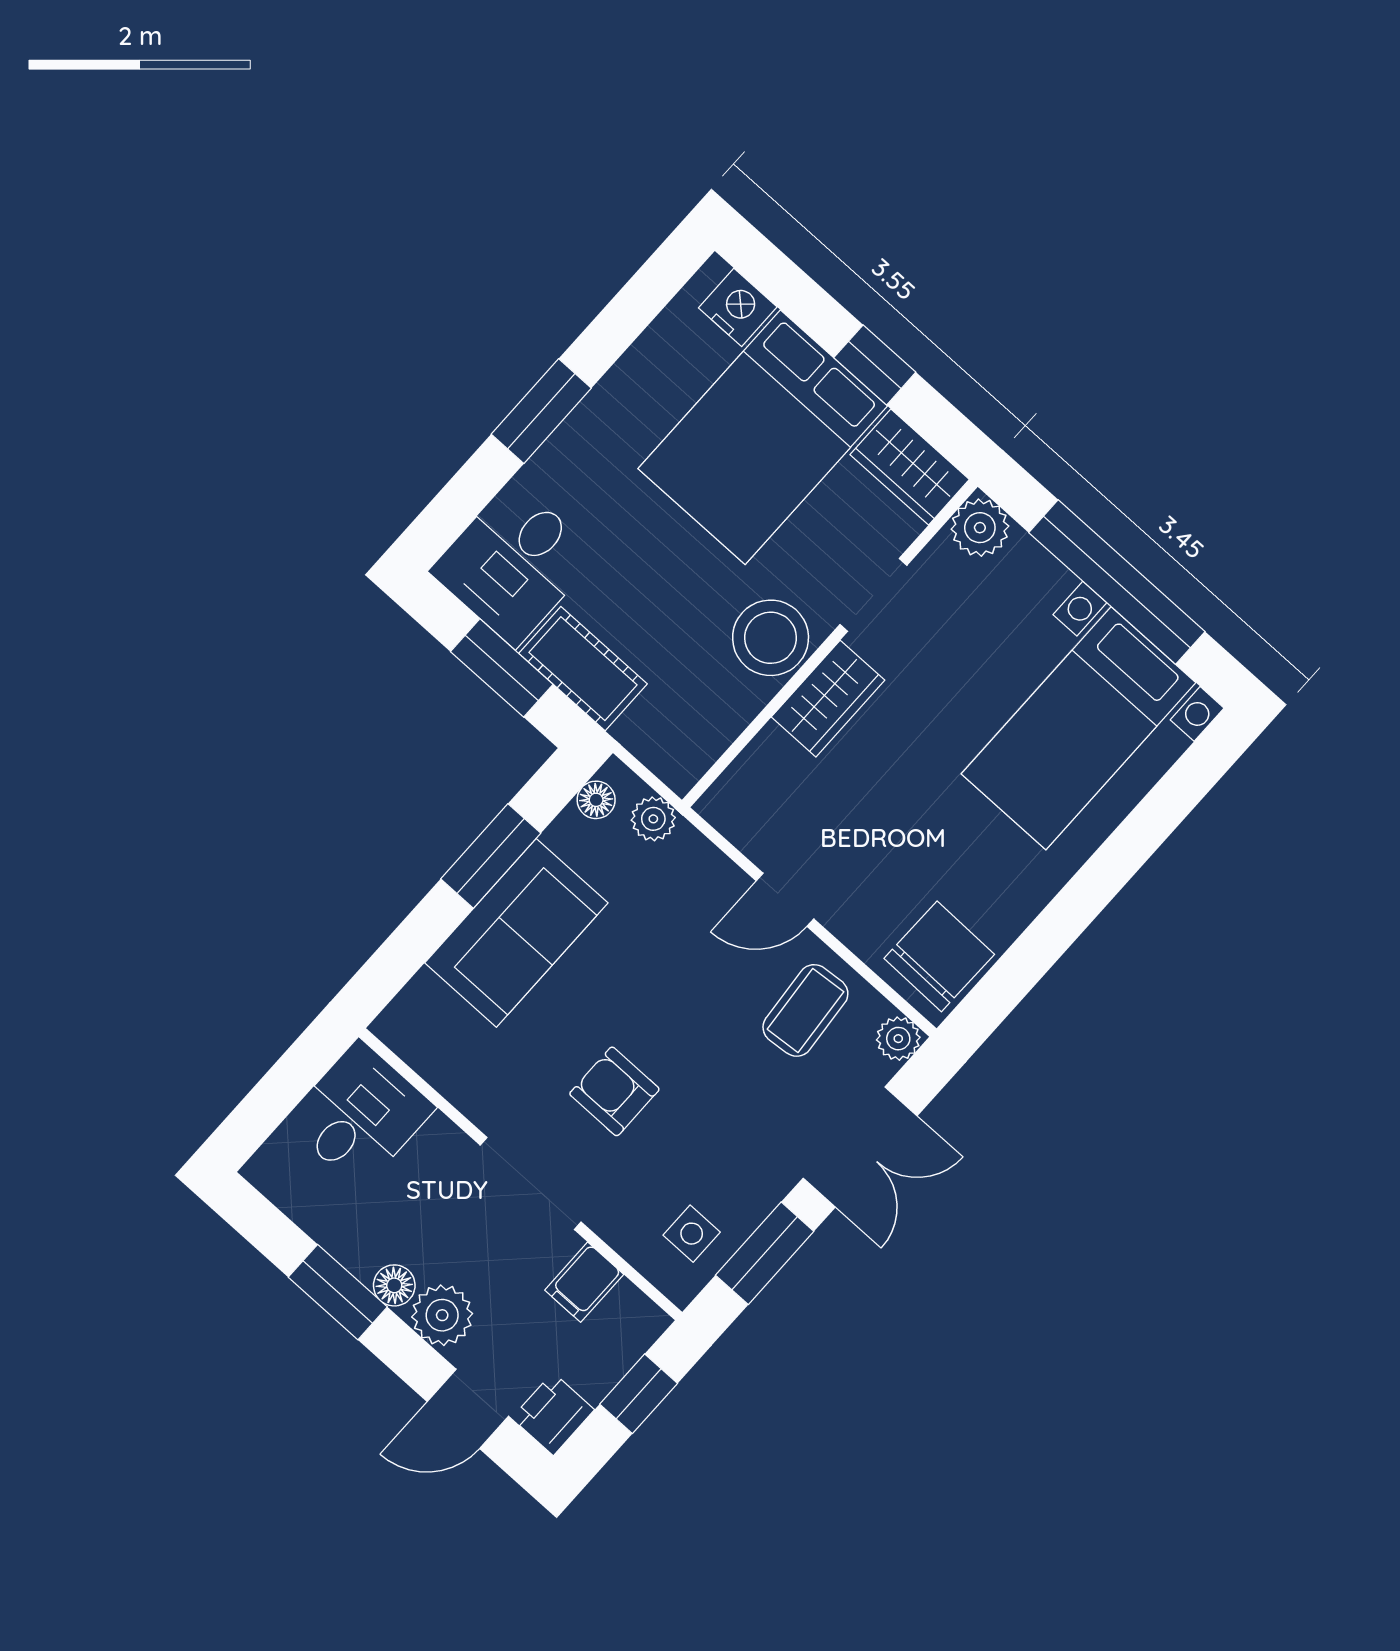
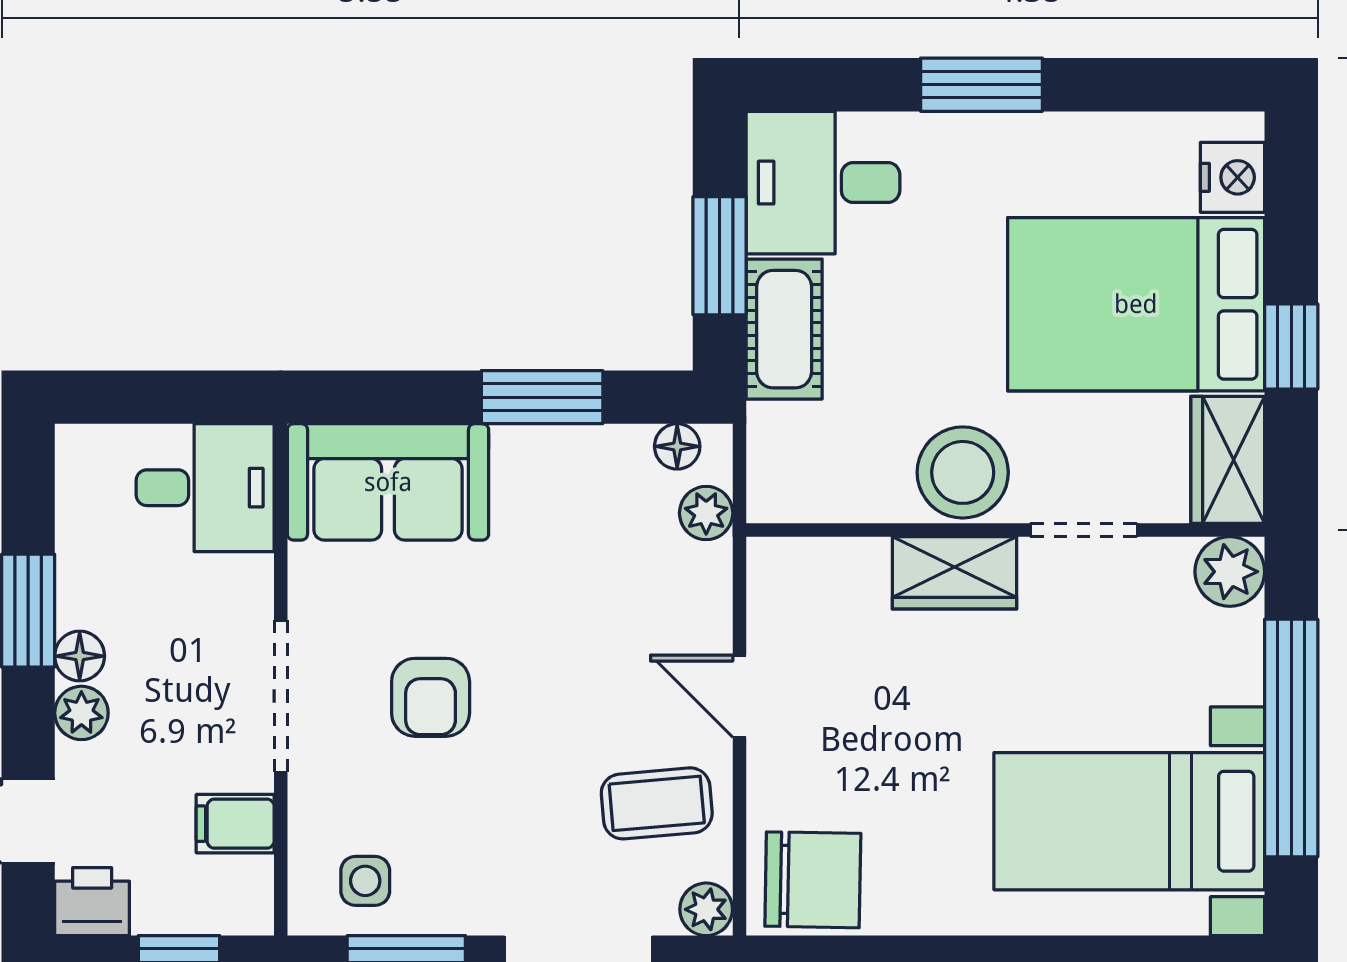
sofa: (516, 933) -> (388, 482), moved
armchair: (614, 1091) -> (431, 697), turned 180
plant: (442, 1315) -> (81, 713), width x0.73, depth x0.73

